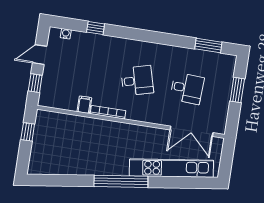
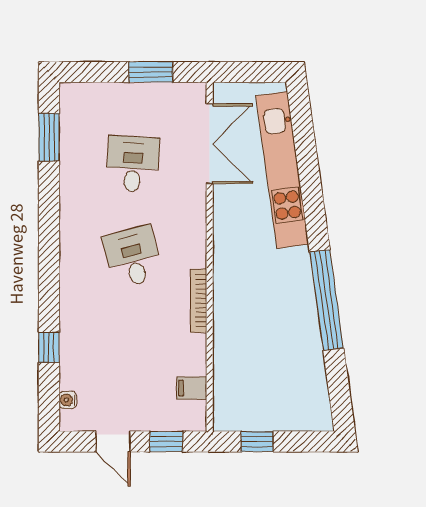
window: (237, 90) -> (151, 72), moved
filing cabinet: (84, 105) -> (192, 388), moved
window: (121, 181) -> (327, 300), moved

